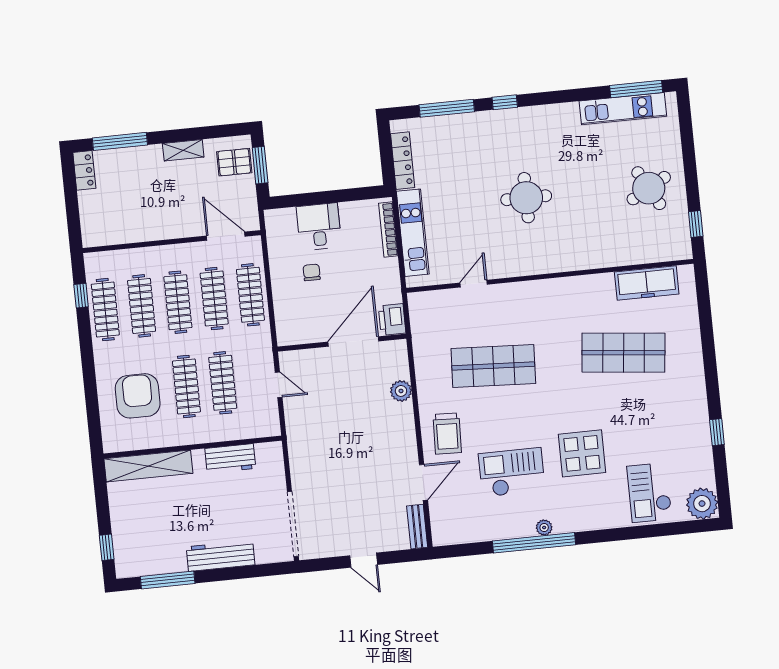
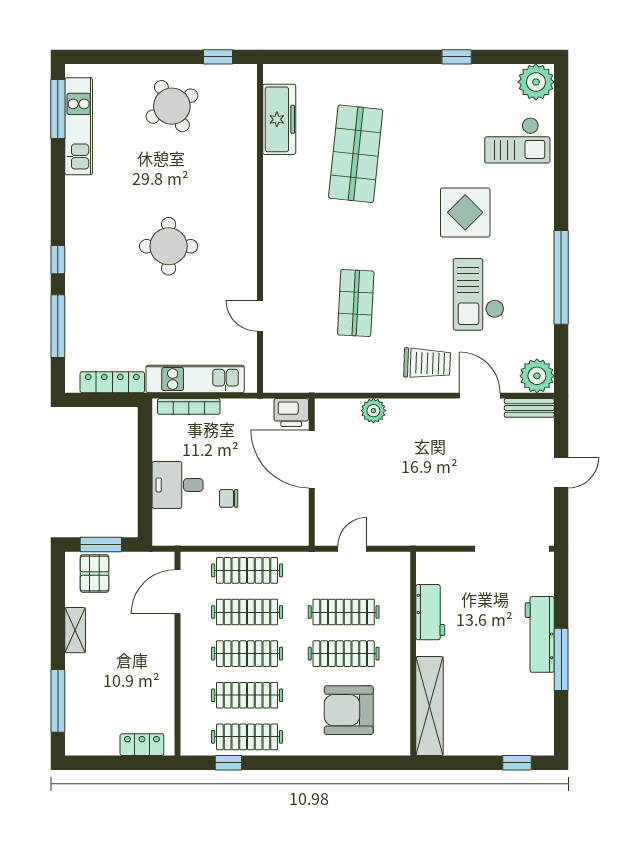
locker: (84, 170) -> (142, 745), moved
shop shelf: (493, 366) -> (356, 303), width x0.70, depth x0.74
plant: (544, 528) -> (537, 376), moved, width x1.88, depth x1.88
window: (168, 580) -> (561, 659), moved

